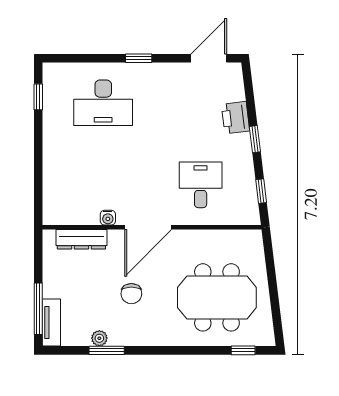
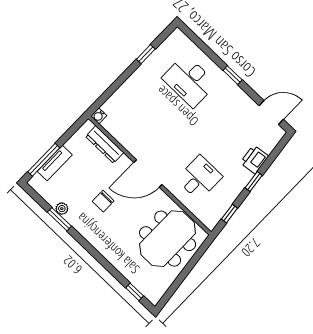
window: (38, 97) -> (146, 54), moved
water cooler: (108, 218) -> (99, 116), moved
meeting table: (217, 297) -> (168, 239), moved, turned 90
tv unit: (51, 323) -> (55, 163), moved

